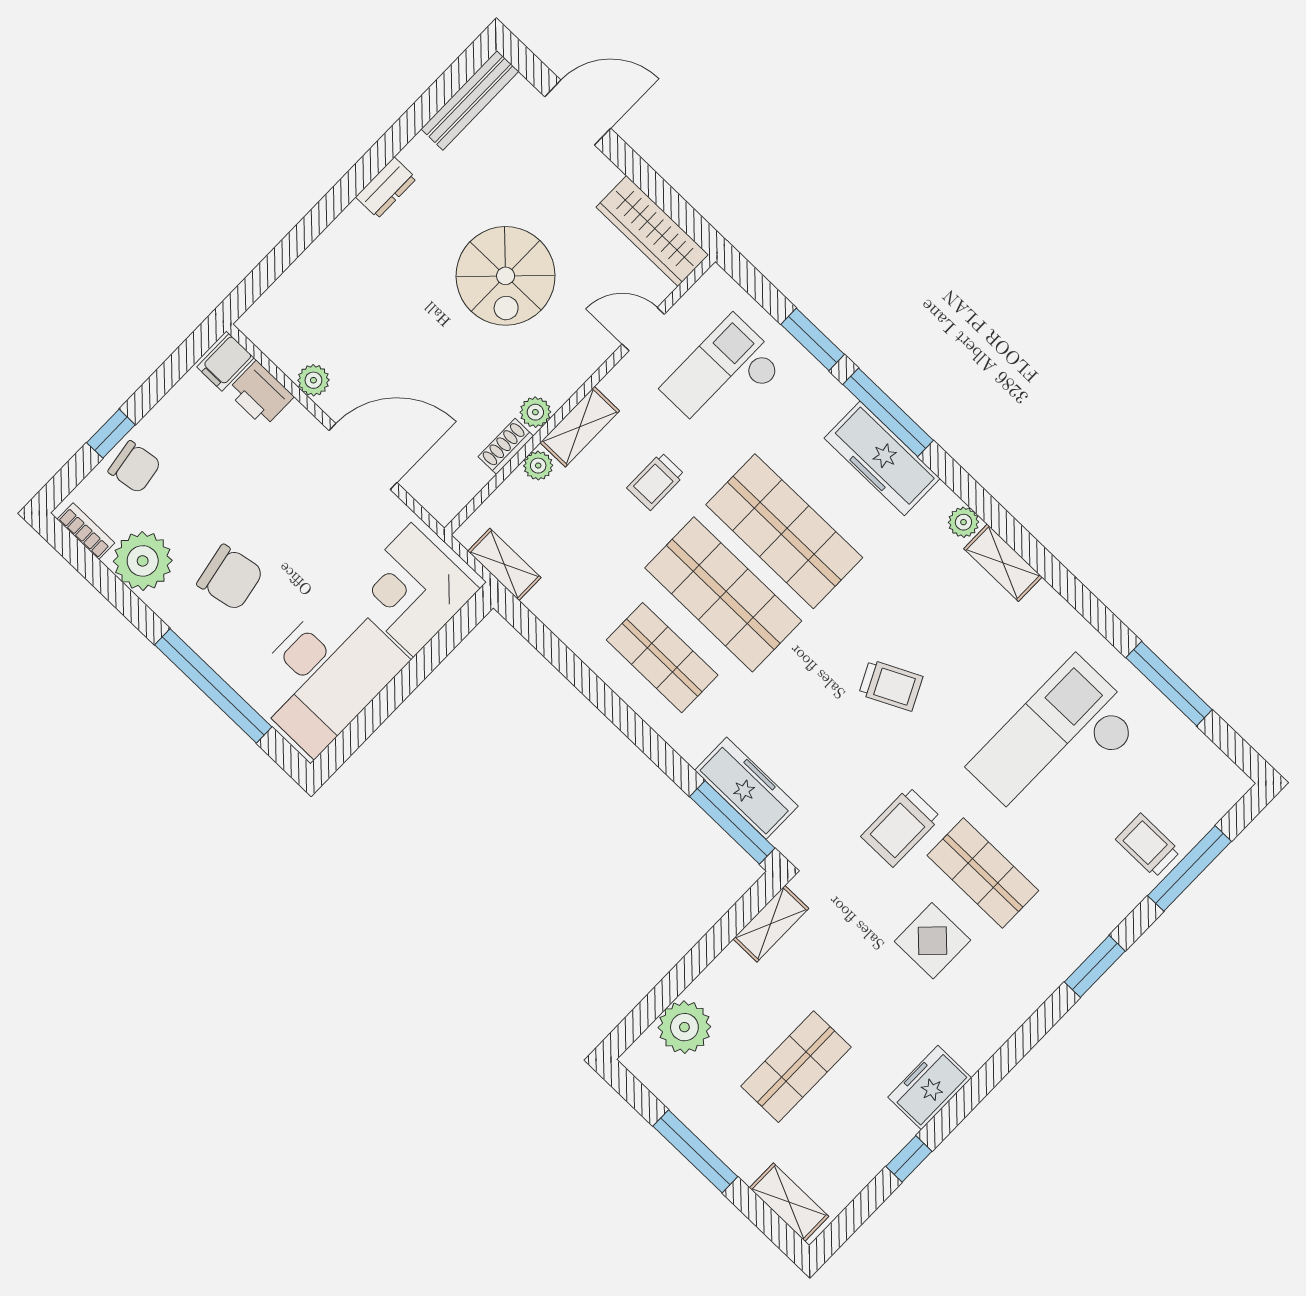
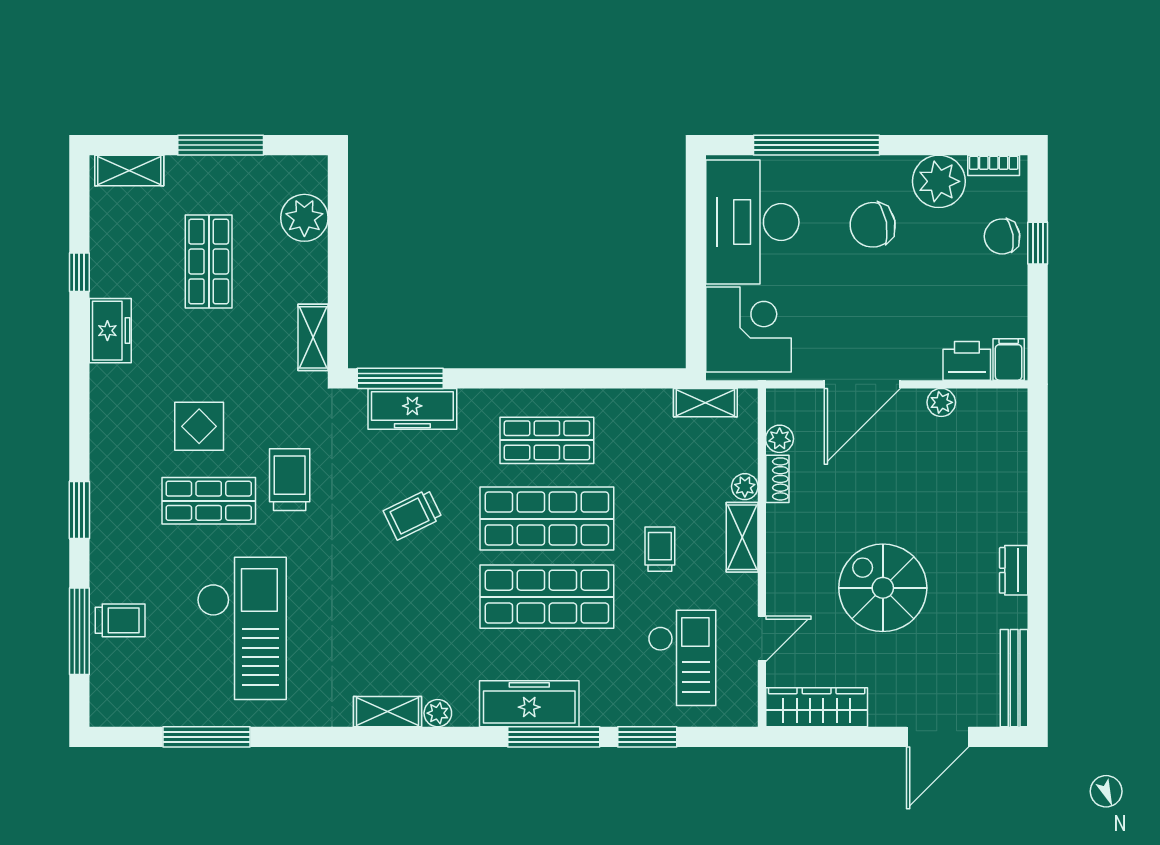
plant: (535, 412) -> (780, 439), moved
trolley: (891, 685) -> (413, 514), moved

